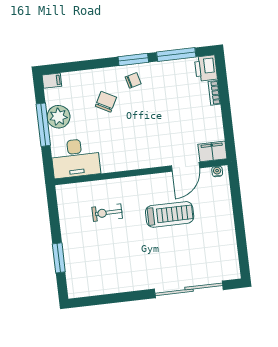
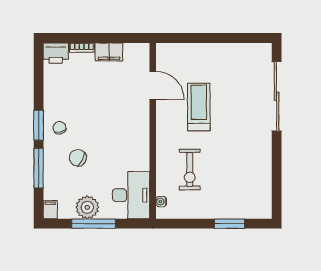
window: (176, 54) -> (39, 168), moved
filing cabinet: (212, 151) -> (109, 52), moved, turned -90
water cooler: (217, 171) -> (161, 202), moved
exercise bike: (107, 213) -> (190, 170), width x1.38, depth x1.39

